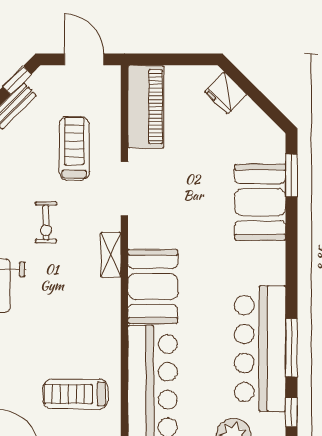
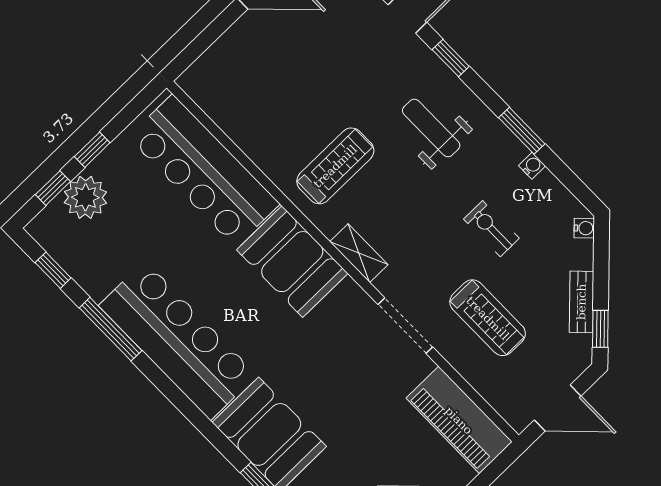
exercise bike: (46, 222) -> (491, 229), moved
bar counter: (260, 349) -> (178, 340), moved
treadmill: (75, 394) -> (335, 166), moved

